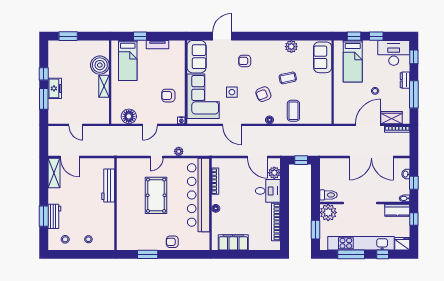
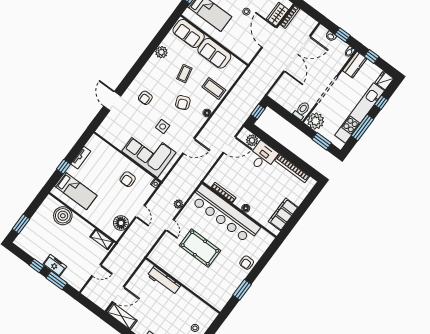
sofa: (197, 57) -> (214, 53), moved, turned 180
shelving: (104, 86) -> (102, 239), moved

